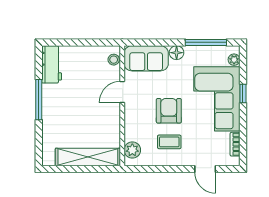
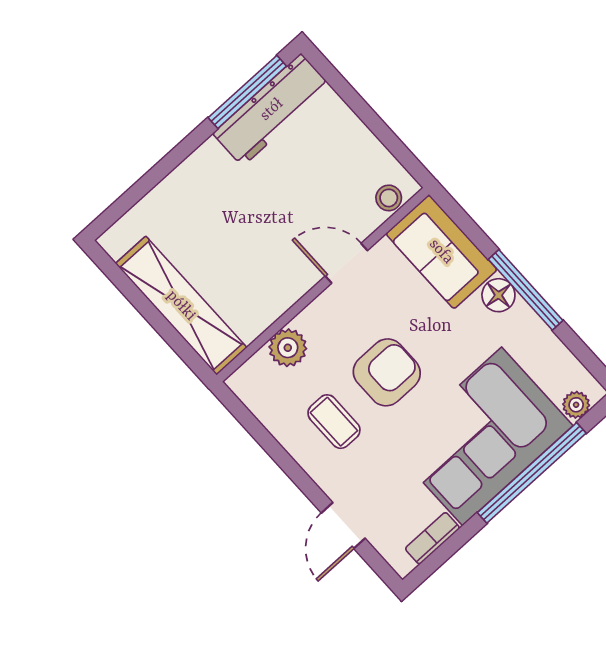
window: (206, 42) -> (526, 290), moved
workbench: (52, 64) -> (272, 110), width x1.38
window: (243, 94) -> (532, 473), width x3.17
window: (39, 100) -> (247, 92), moved
plant: (132, 150) -> (288, 348), moved

